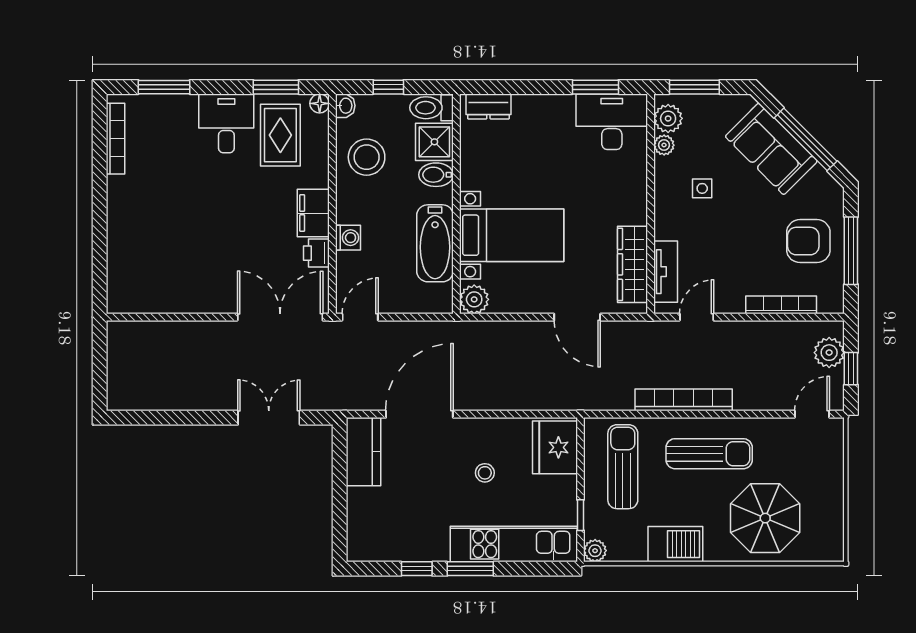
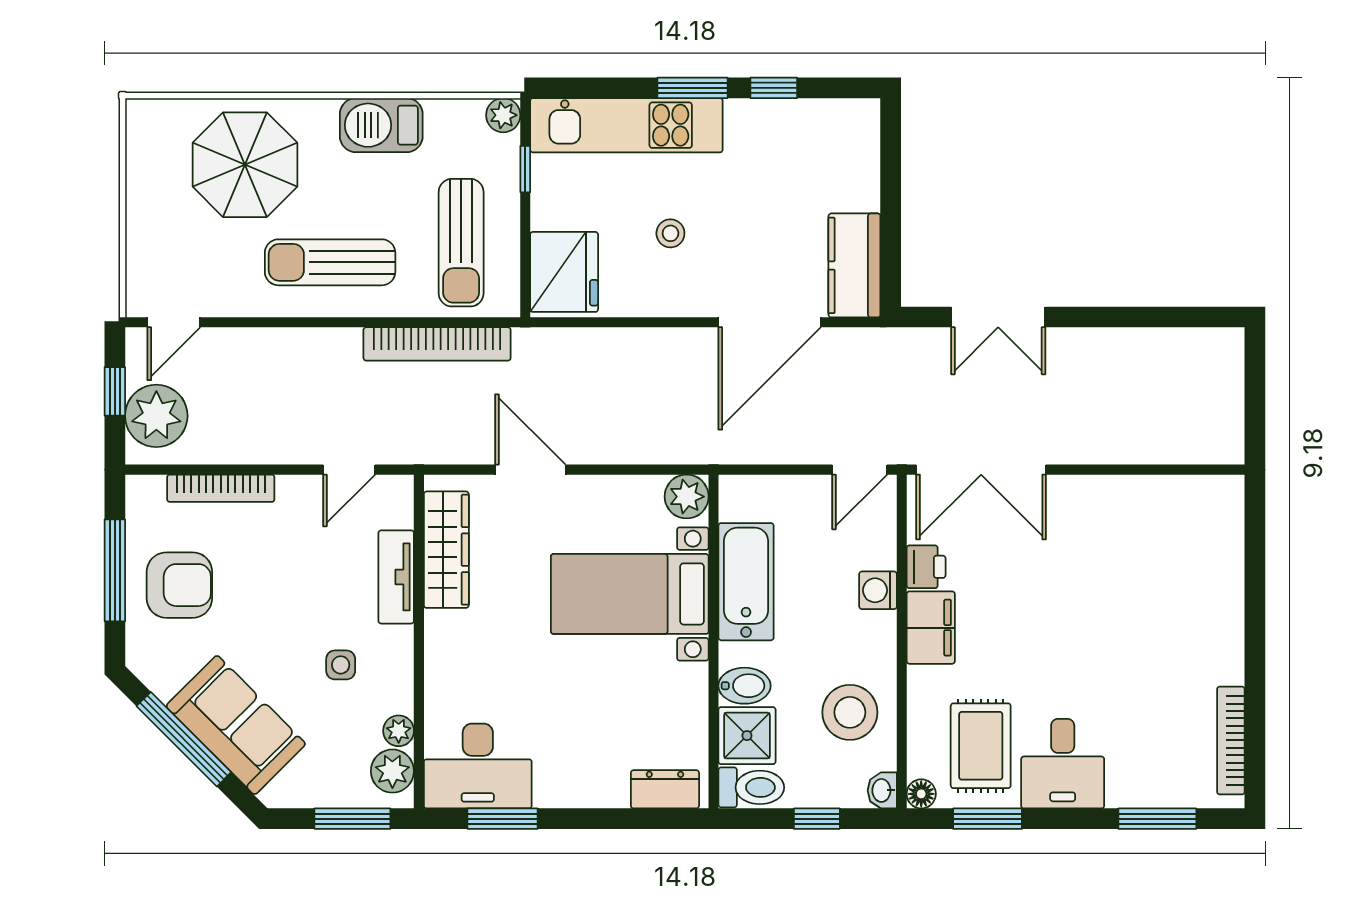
tv unit: (666, 272) -> (396, 577), moved
plant: (829, 353) -> (156, 416), width x1.36, depth x1.36
bookcase: (684, 400) -> (437, 344), moved

